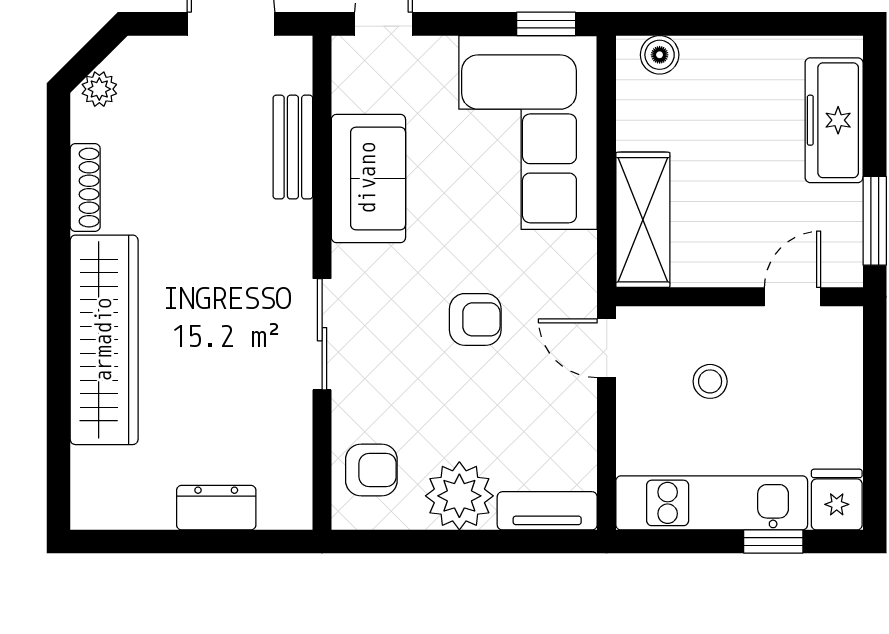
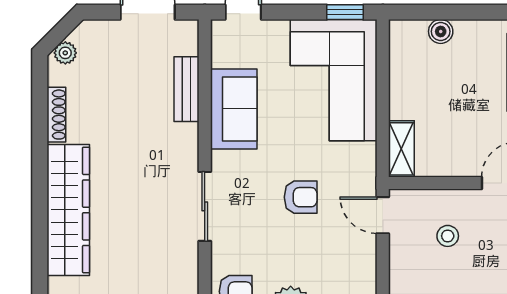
boiler: (660, 55) -> (441, 31), moved
shelving: (643, 220) -> (401, 149), width x0.67, depth x0.75

